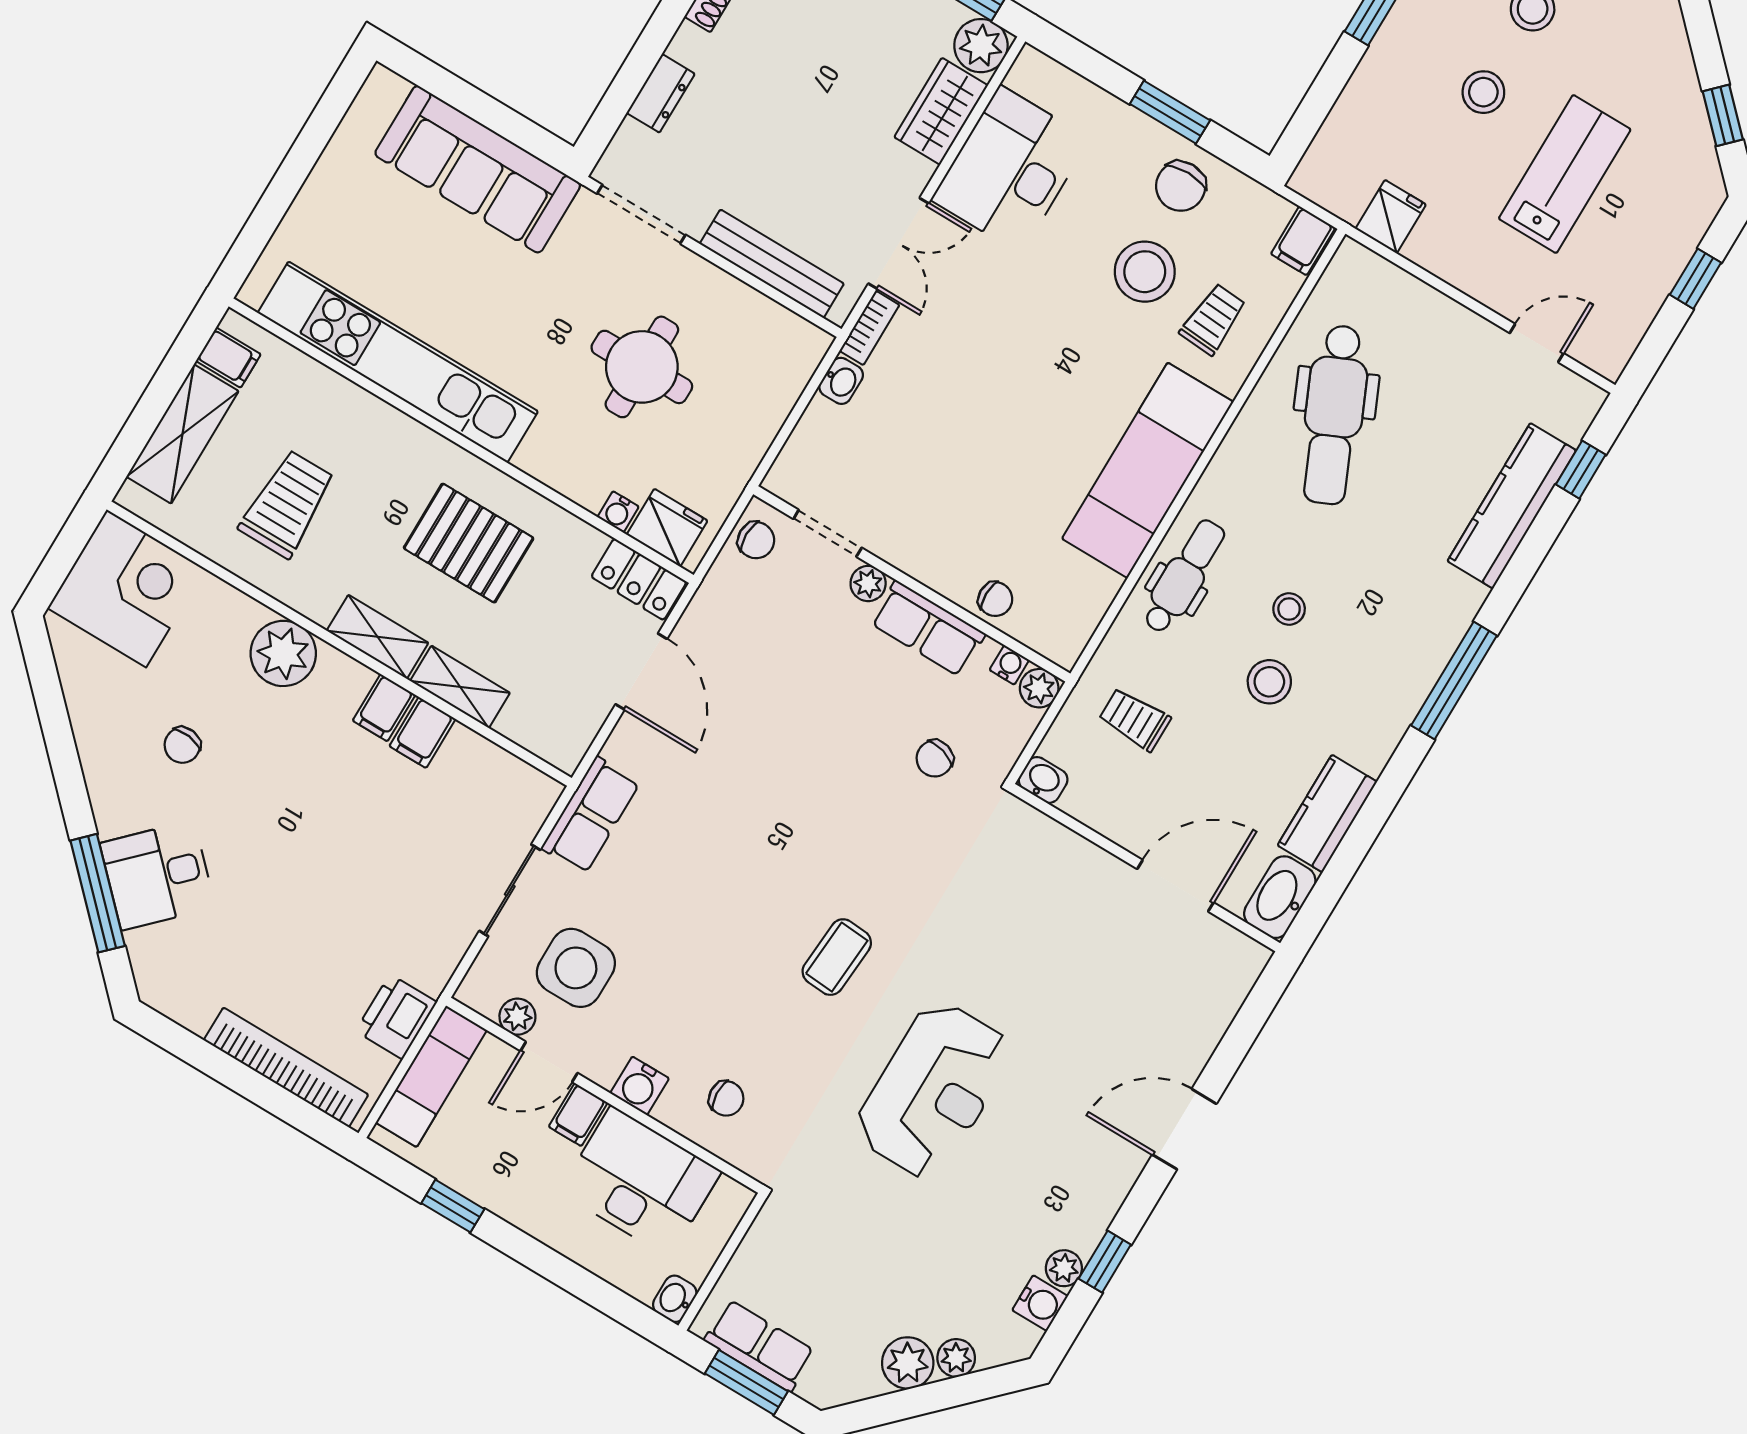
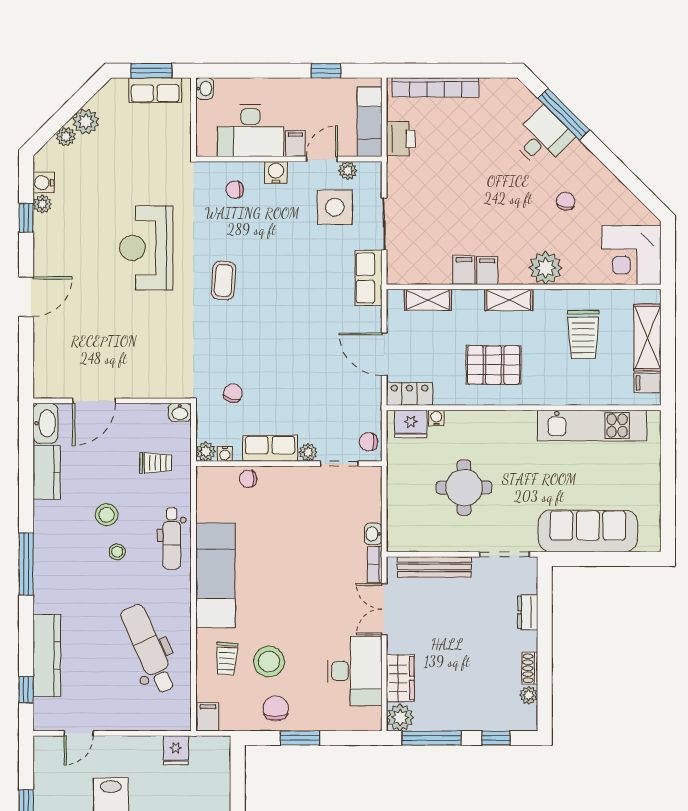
kitchen unit: (398, 362) -> (592, 426), width x0.73
shelving: (460, 687) -> (428, 300), moved

